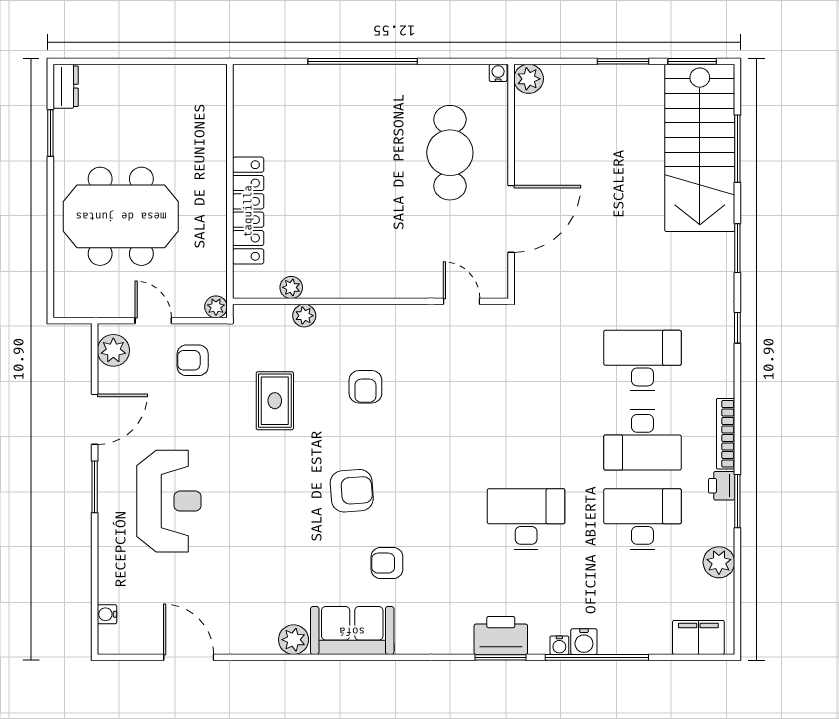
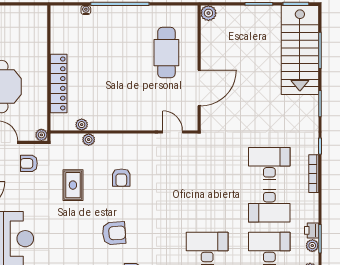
water cooler: (498, 73) -> (86, 10), moved
bookcase: (726, 434) -> (314, 174), moved
plant: (723, 514) -> (312, 246), added

